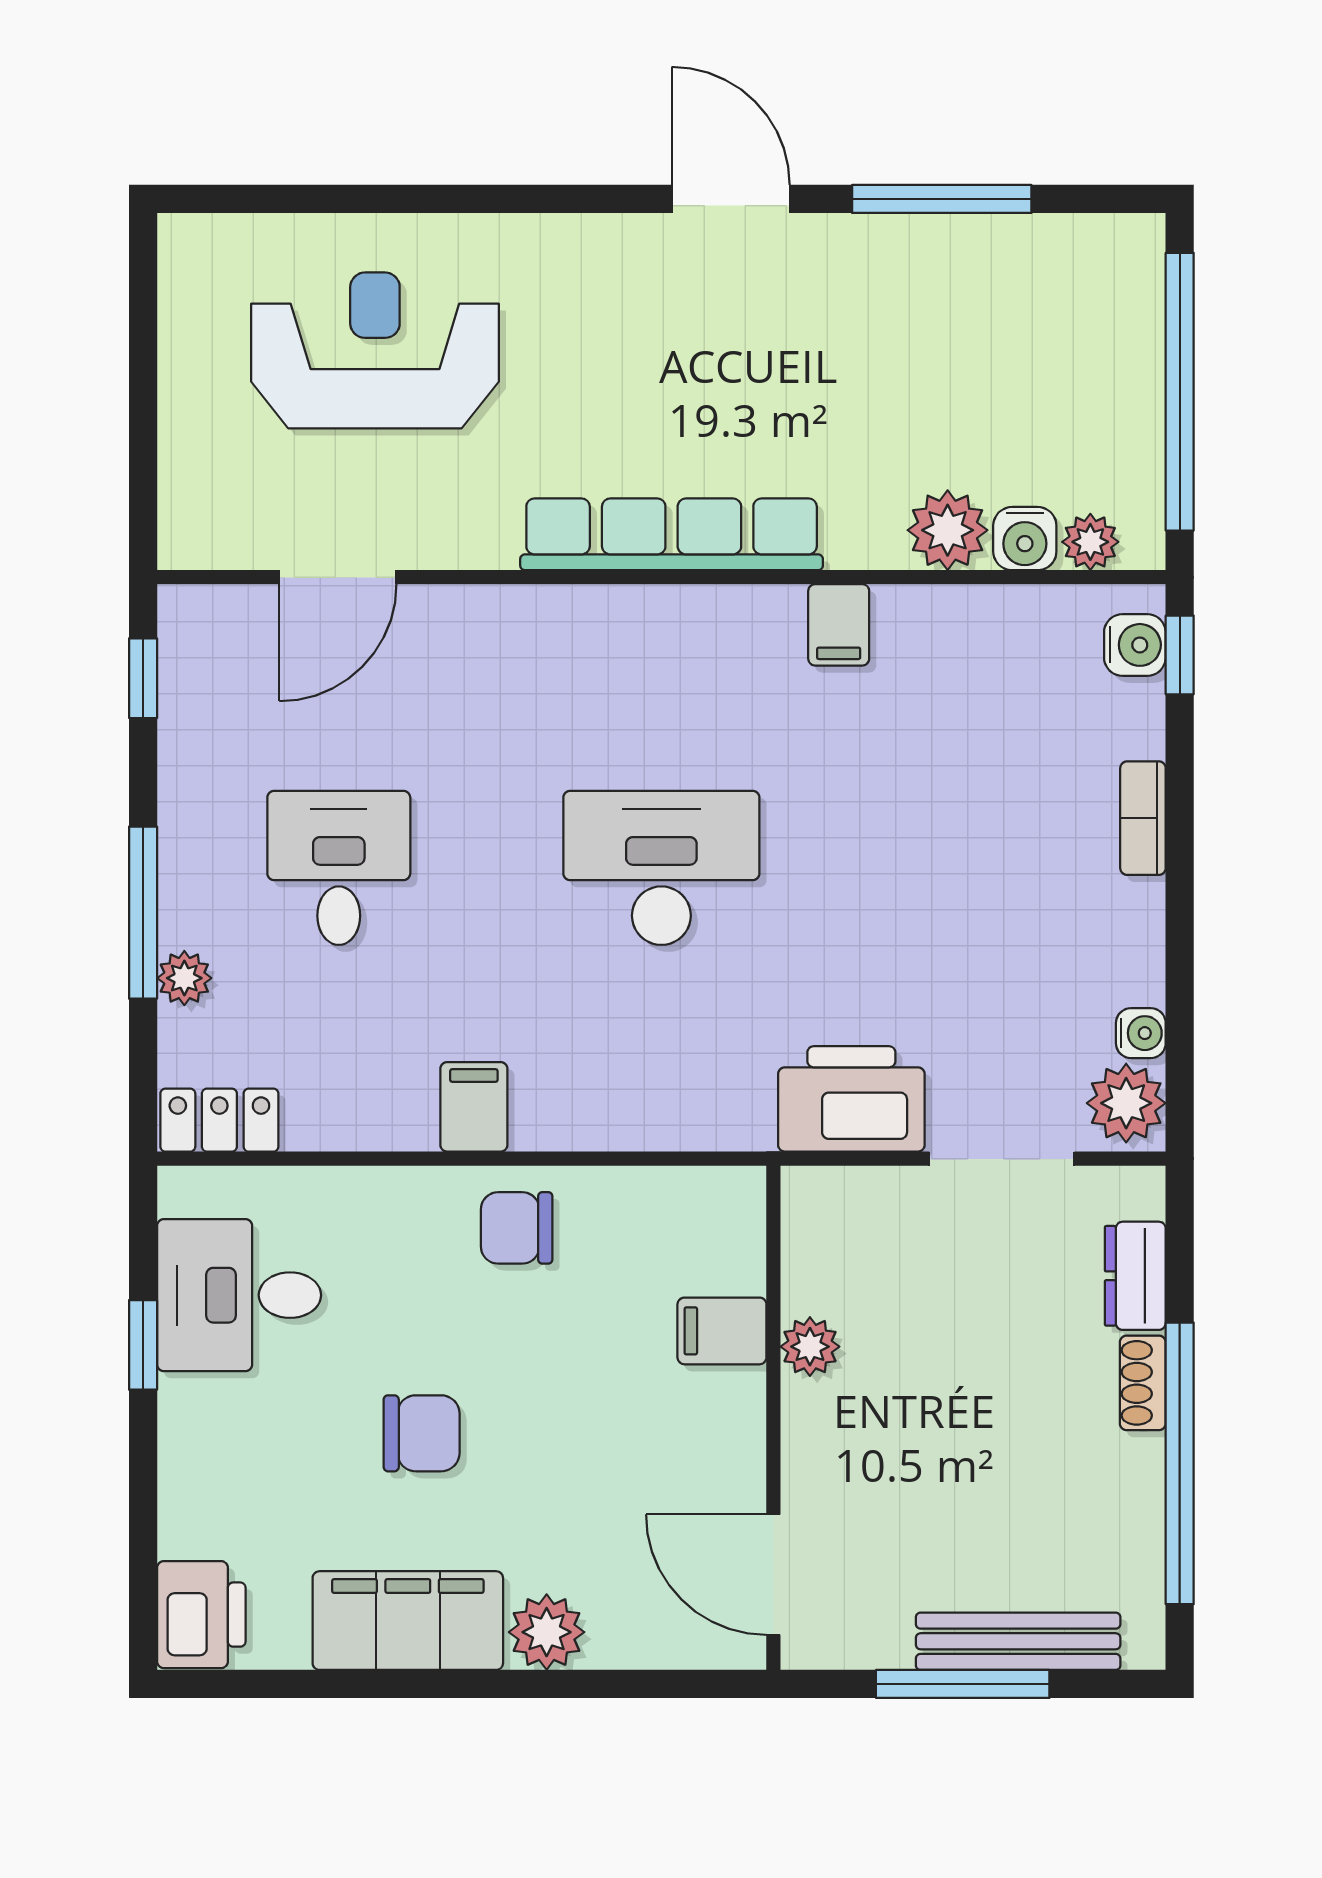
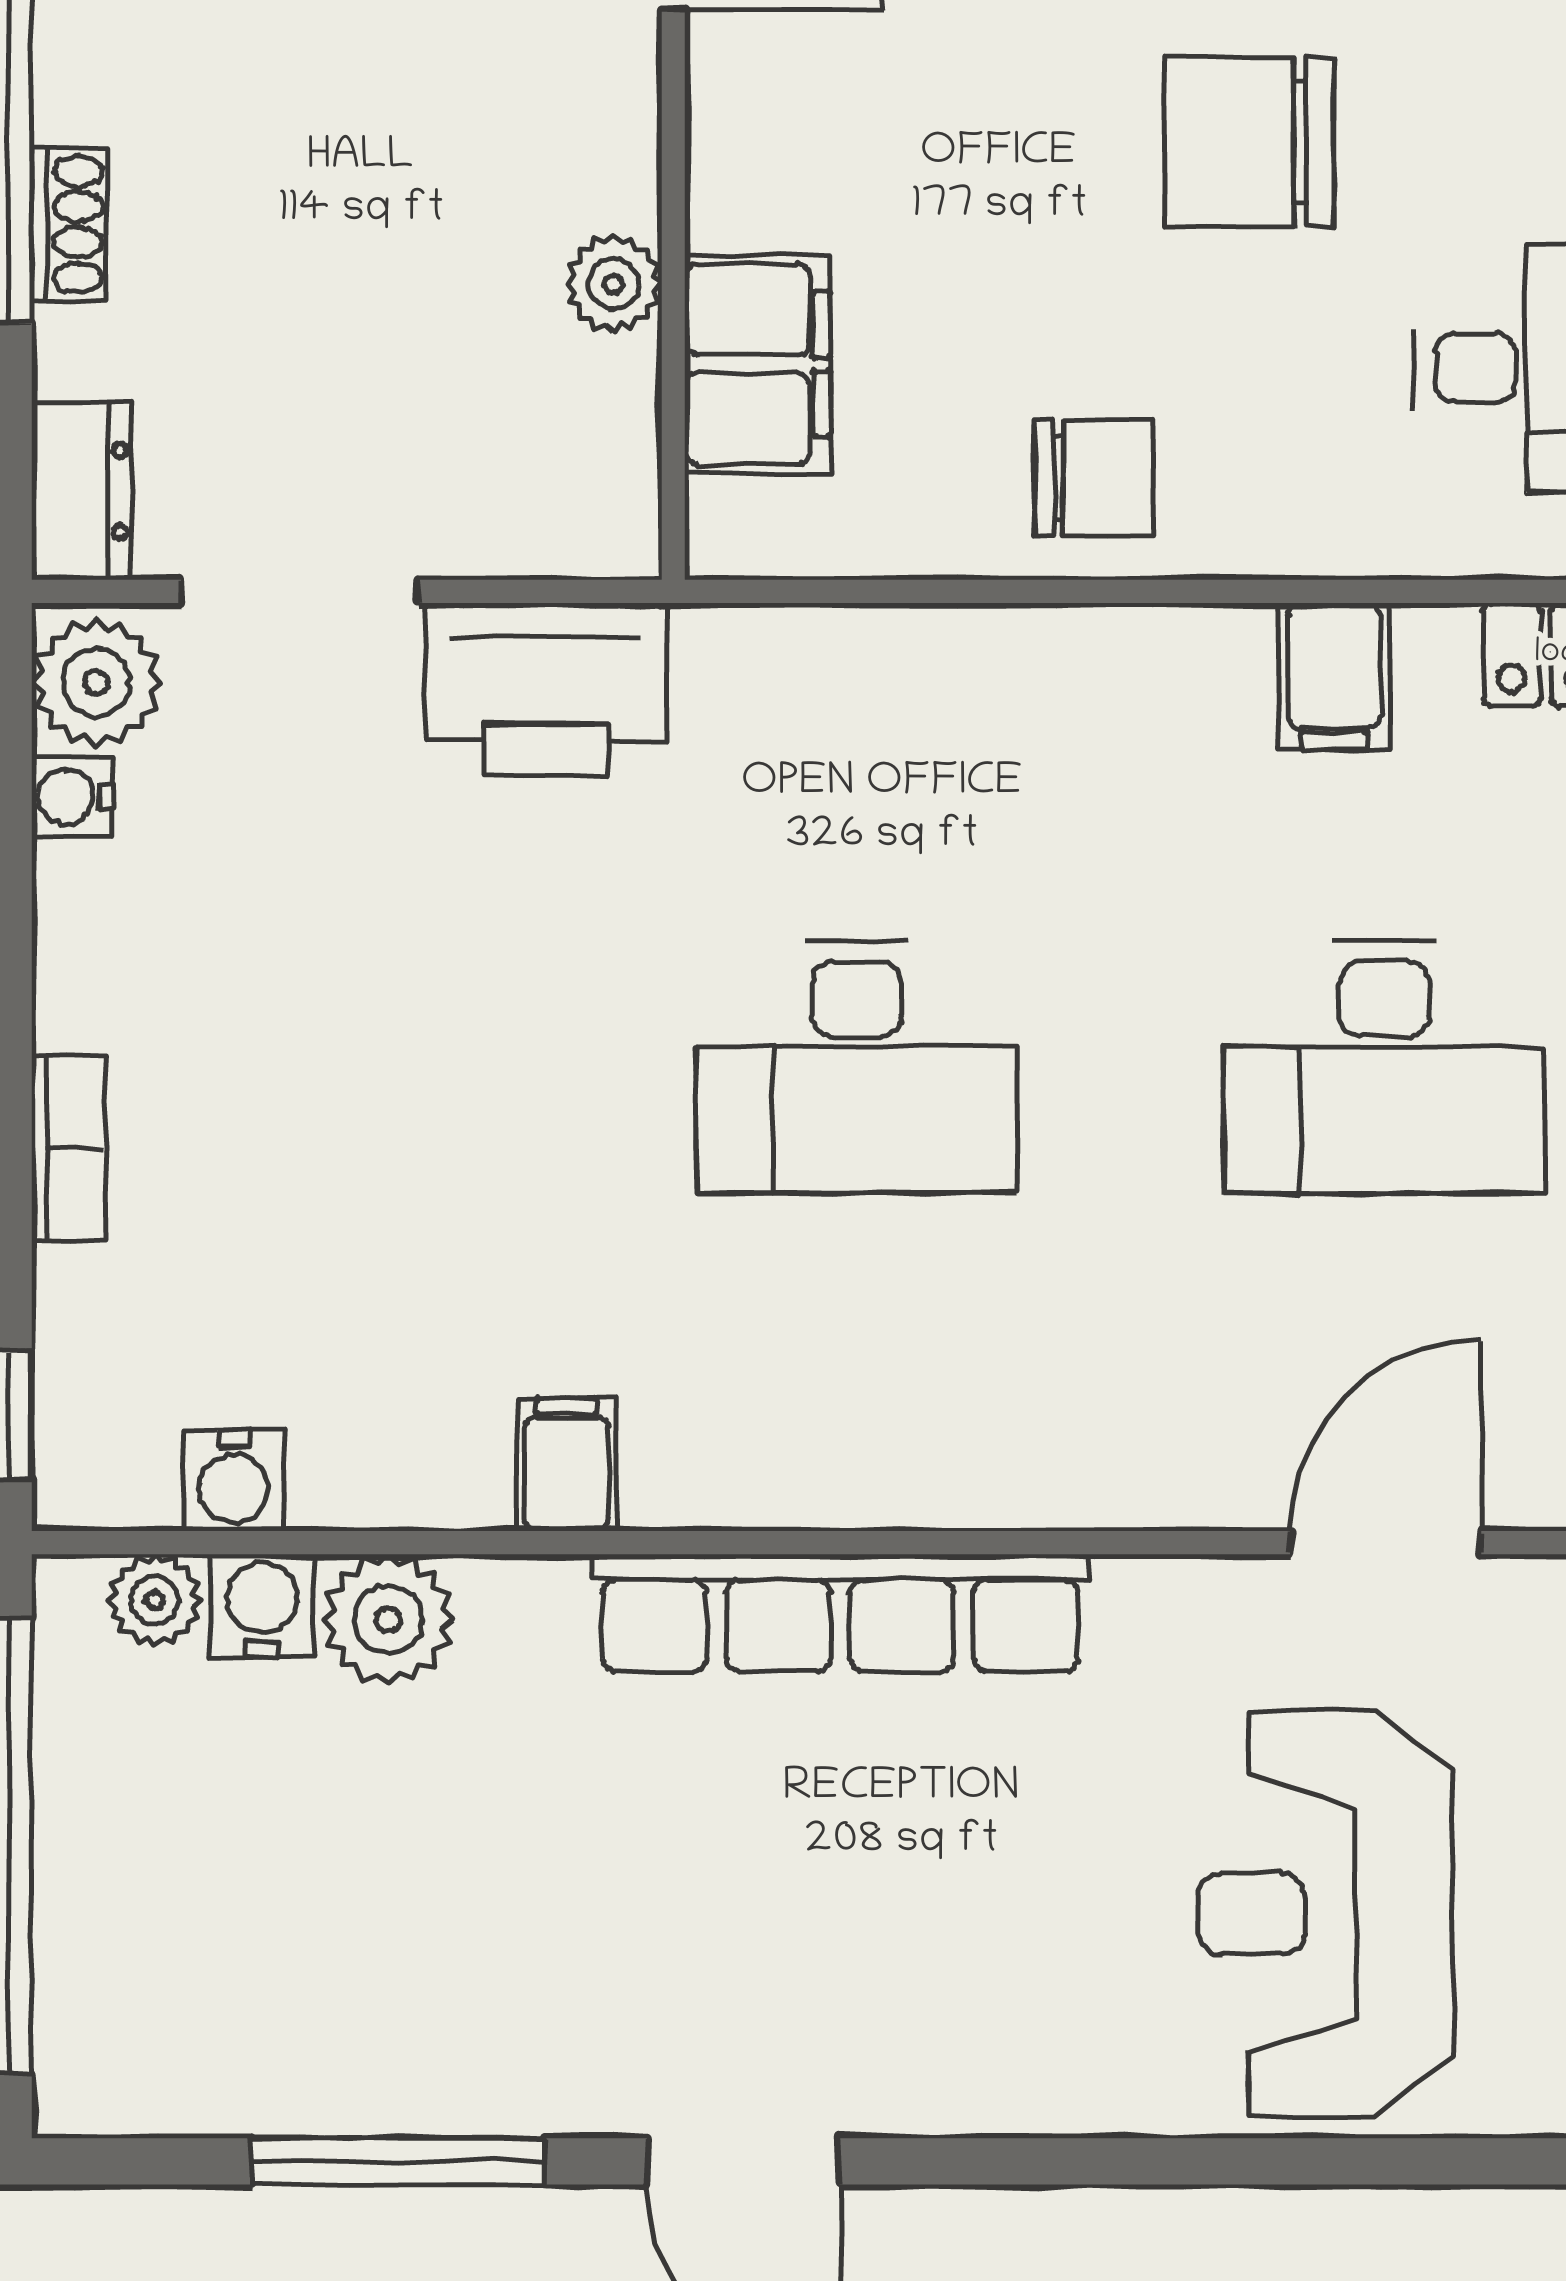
reception desk: (375, 350) -> (1325, 1914), turned 90
water cooler: (1135, 645) -> (234, 1481), moved, turned -90
desk: (339, 868) -> (1384, 1067), width x1.37
filing cabinet: (474, 1107) -> (1334, 676), moved
dresser: (1135, 1276) -> (81, 491), moved
filing cabinet: (722, 1331) -> (757, 364), width x2.00
chair: (422, 1433) -> (1249, 142), width x1.37, depth x1.37

